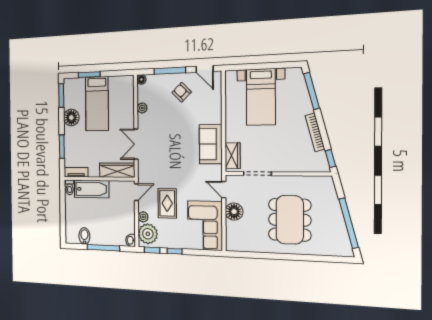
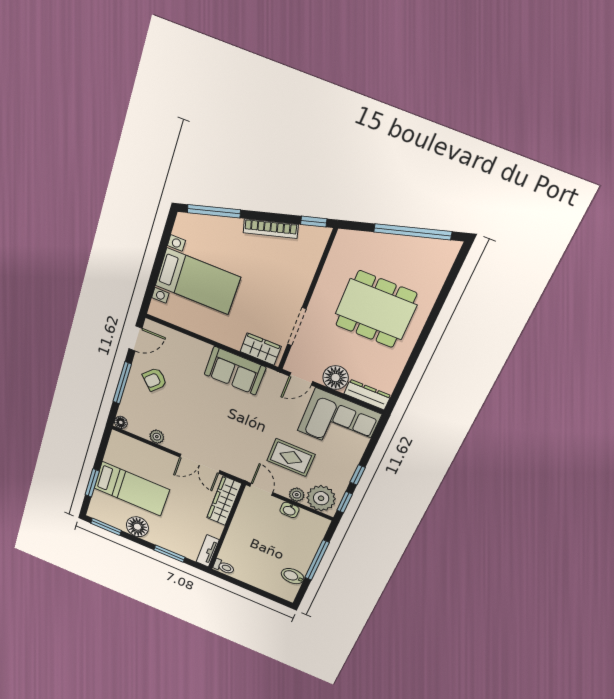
bathtub: (92, 189) -> (236, 542), removed
dresser: (231, 236) -> (367, 395), added
washbasin: (131, 240) -> (289, 510), moved

